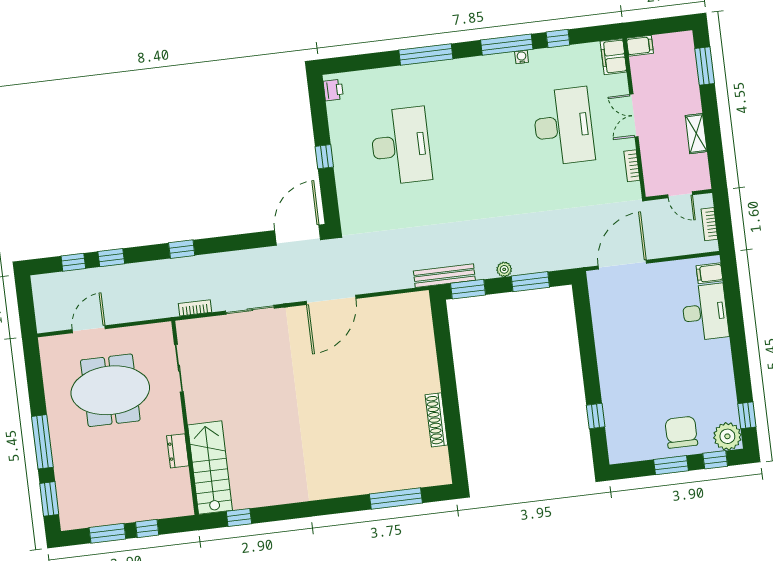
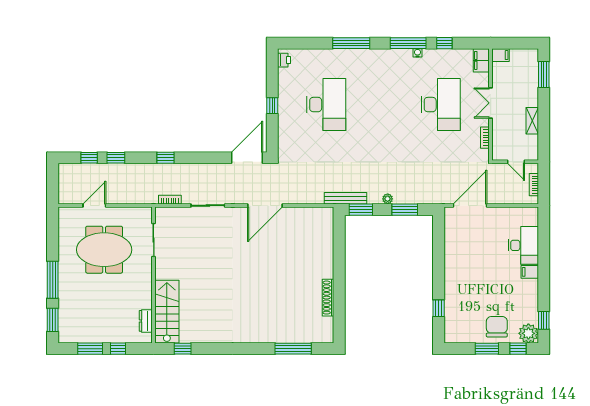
filing cabinet: (709, 273) -> (530, 272), moved
dresser: (178, 451) -> (146, 321), moved

